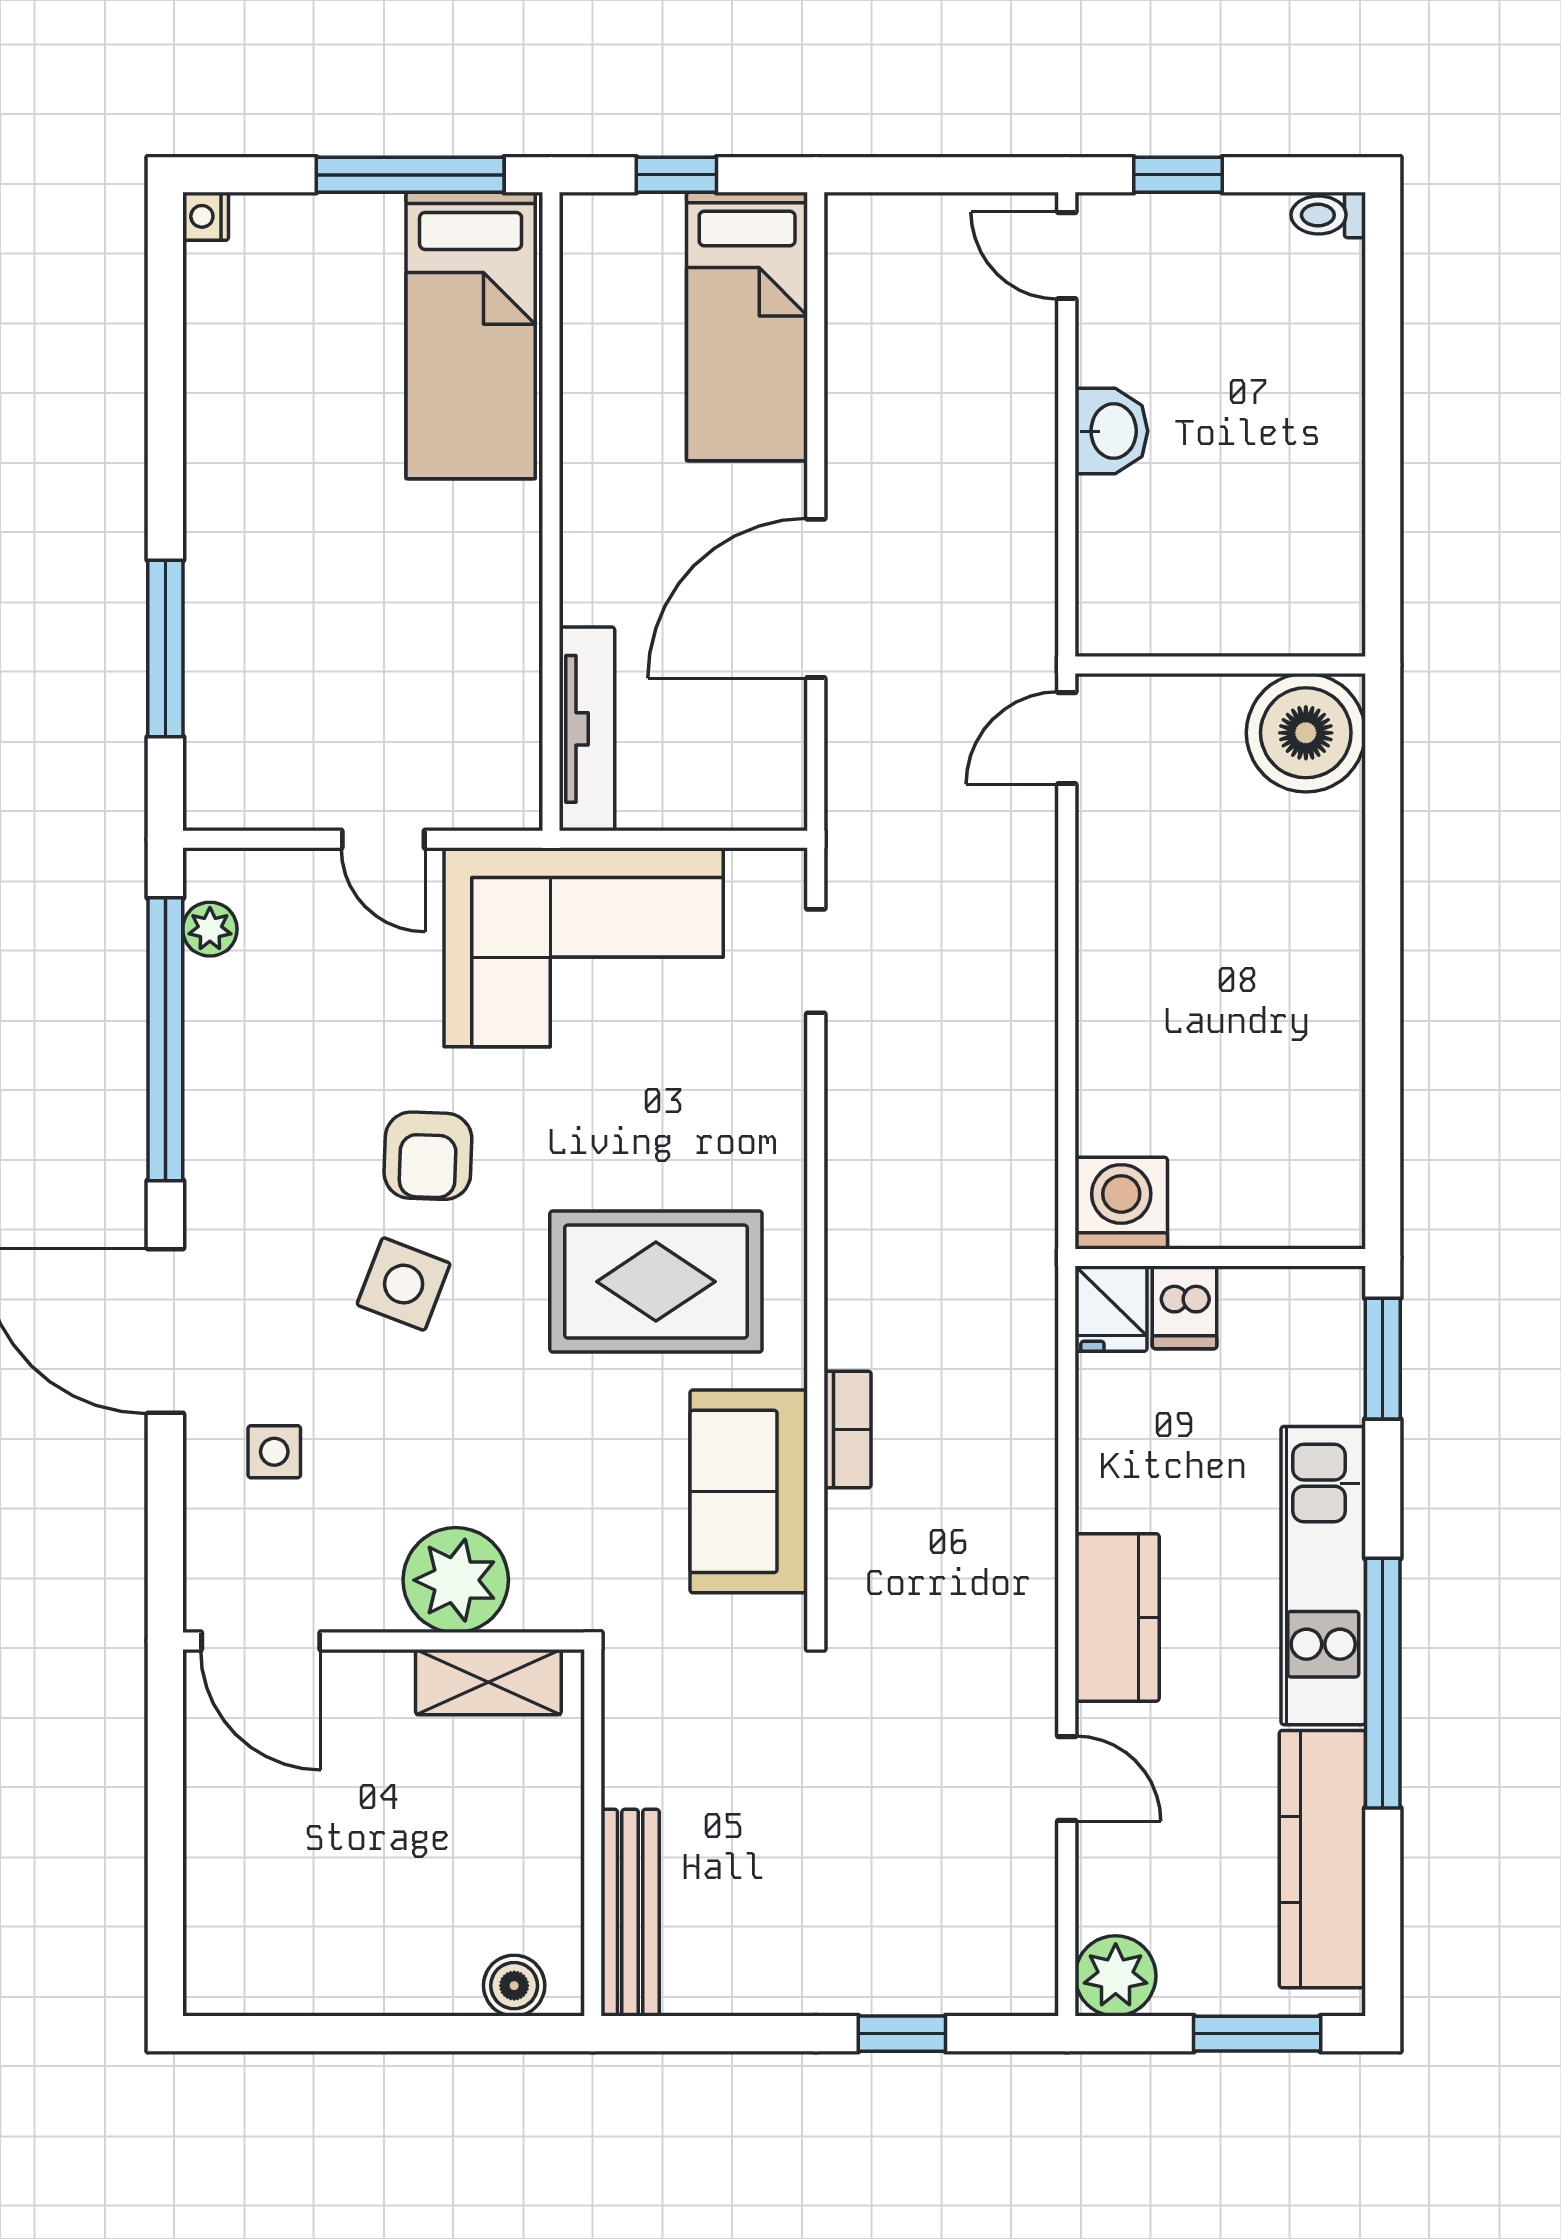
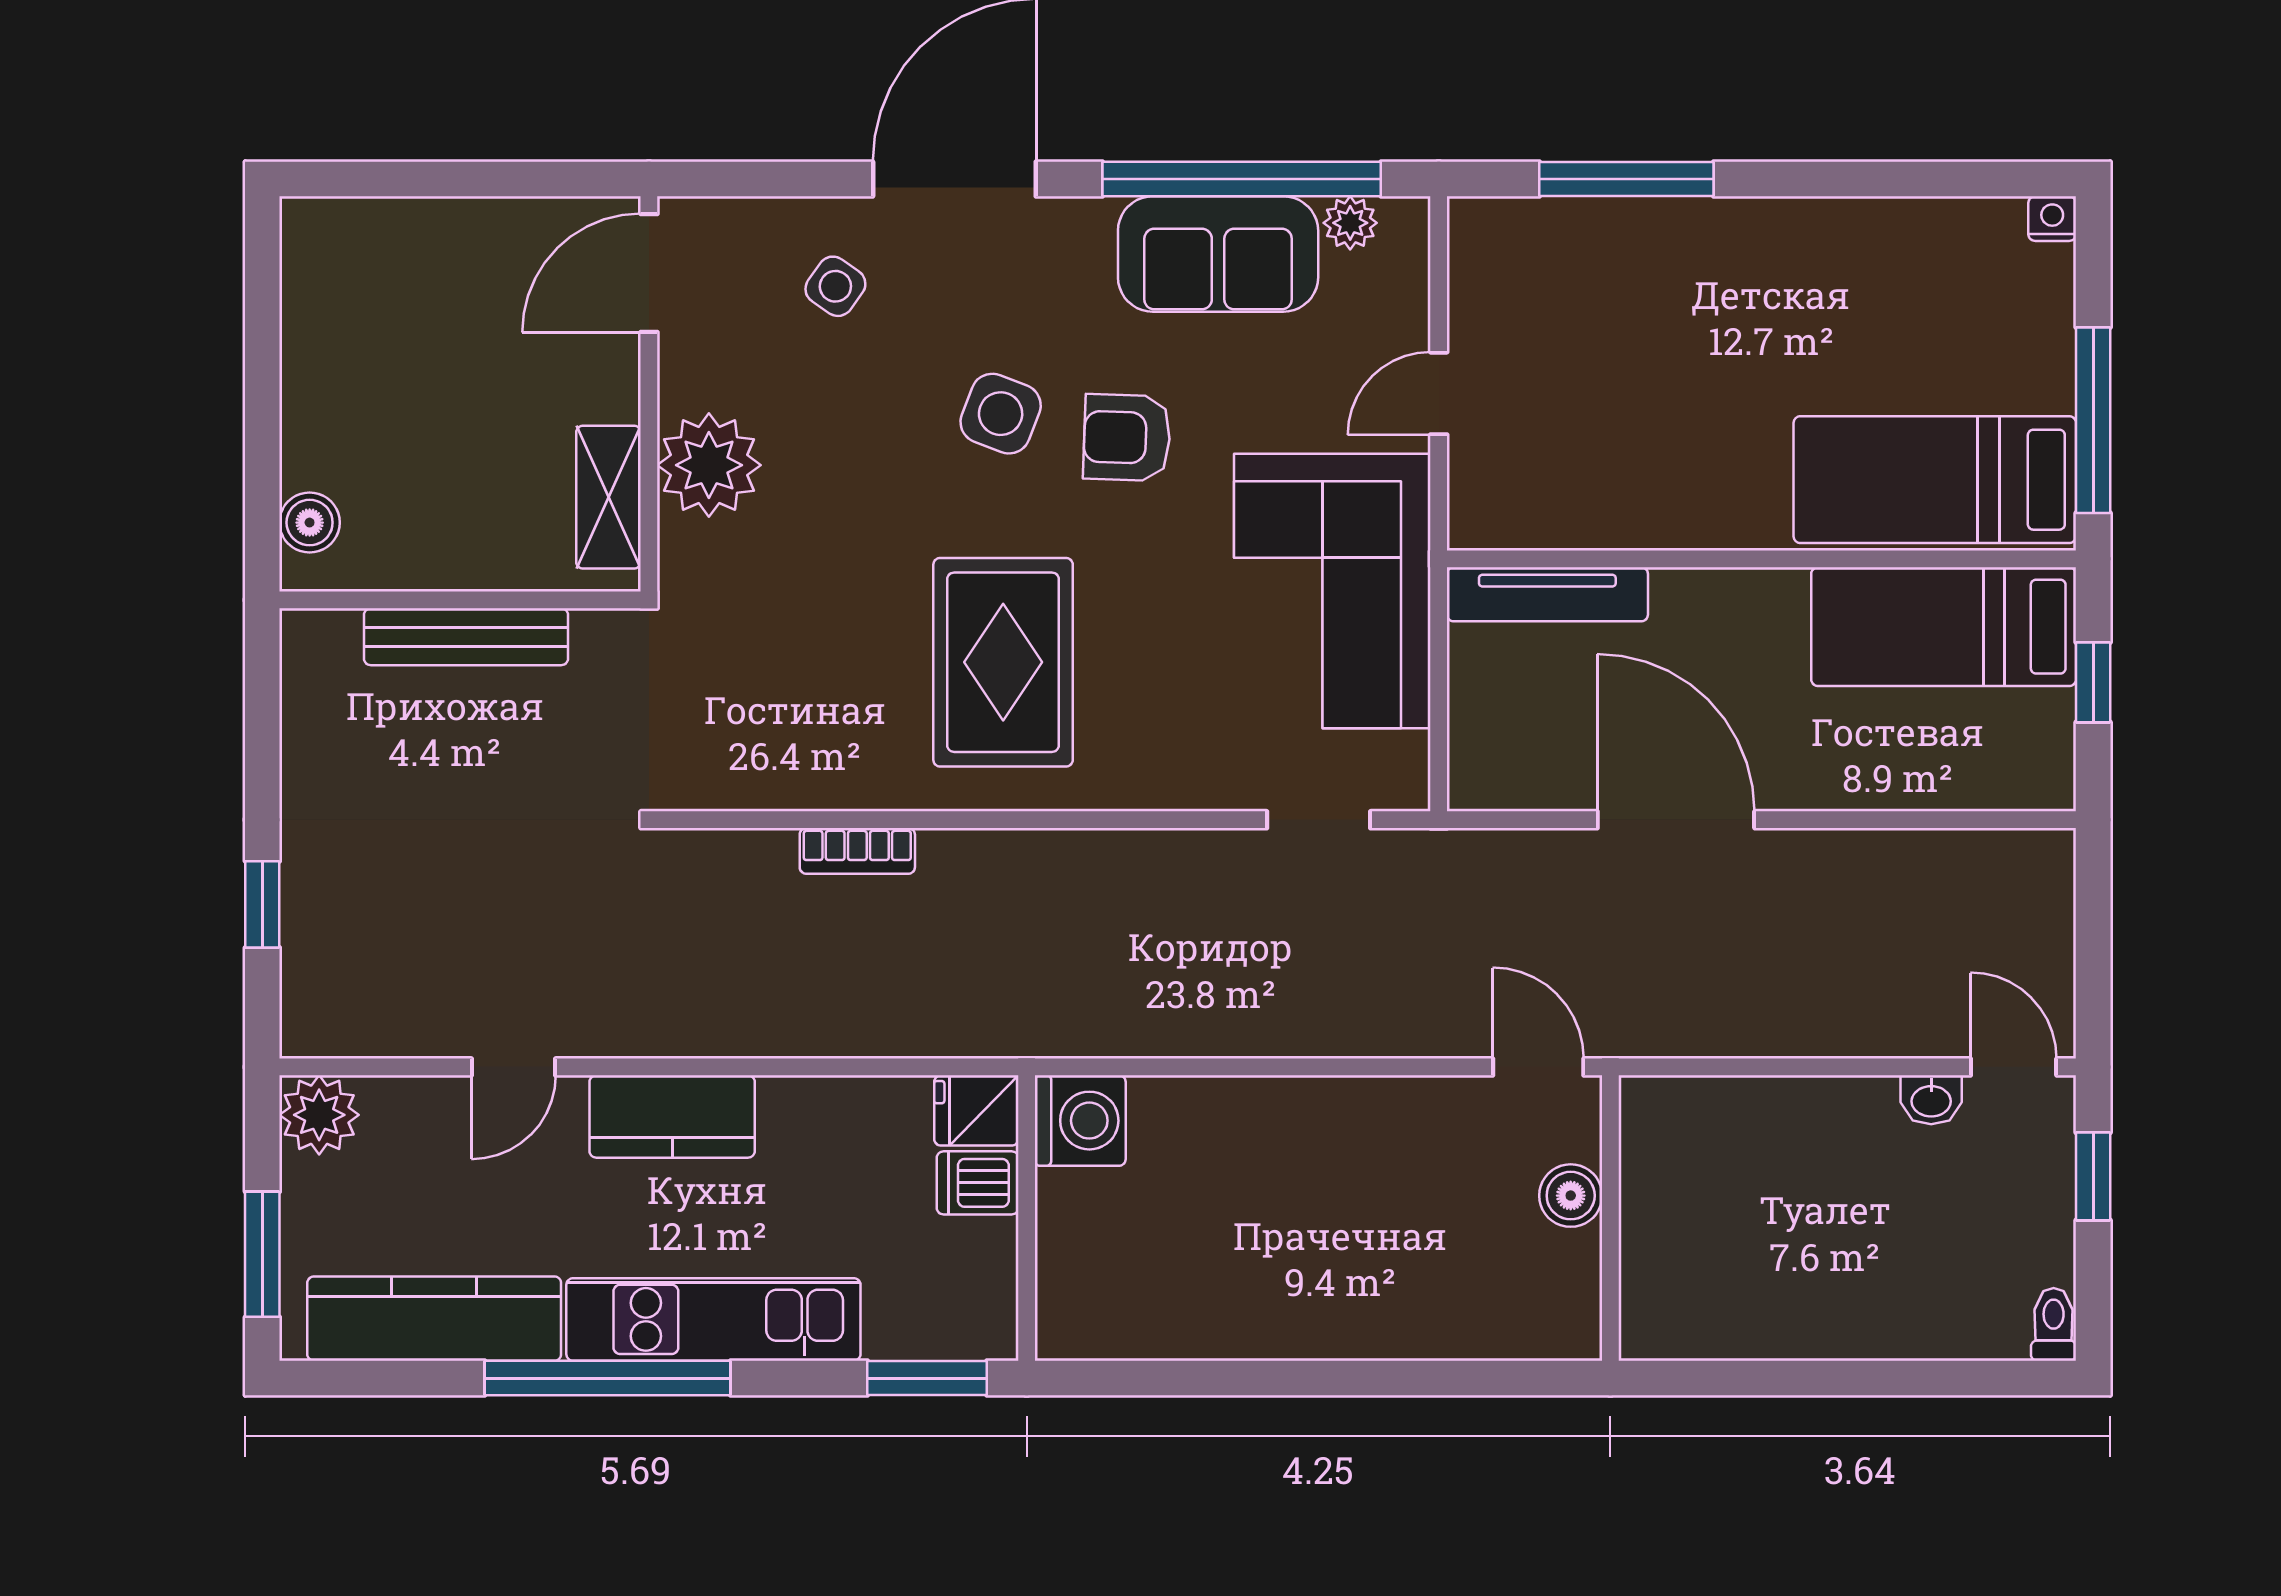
door: (1067, 256) -> (2014, 1067), hinge flipped
bed: (747, 327) -> (1944, 627), moved
washbasin: (1111, 431) -> (1931, 1100), moved, width x0.72, depth x0.69
boiler: (1306, 733) -> (1571, 1196), moved, width x0.54, depth x0.54
side table: (274, 1452) -> (835, 286), turned 35
sofa: (749, 1491) -> (1218, 254), moved, turned 180
bench: (630, 1913) -> (466, 637), moved

